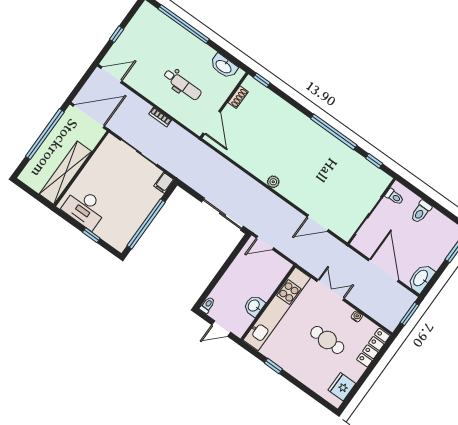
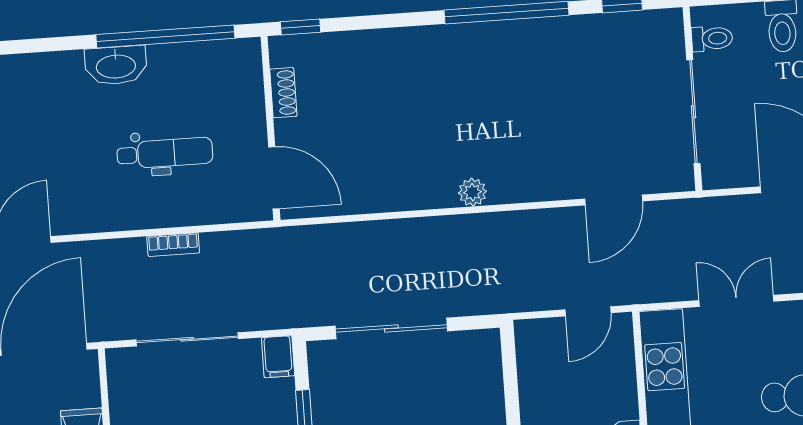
window: (184, 24) -> (165, 36), moved
washbasin: (224, 66) -> (116, 65), moved
sliding door: (222, 214) -> (391, 328), moved
door: (265, 243) -> (588, 311), moved

